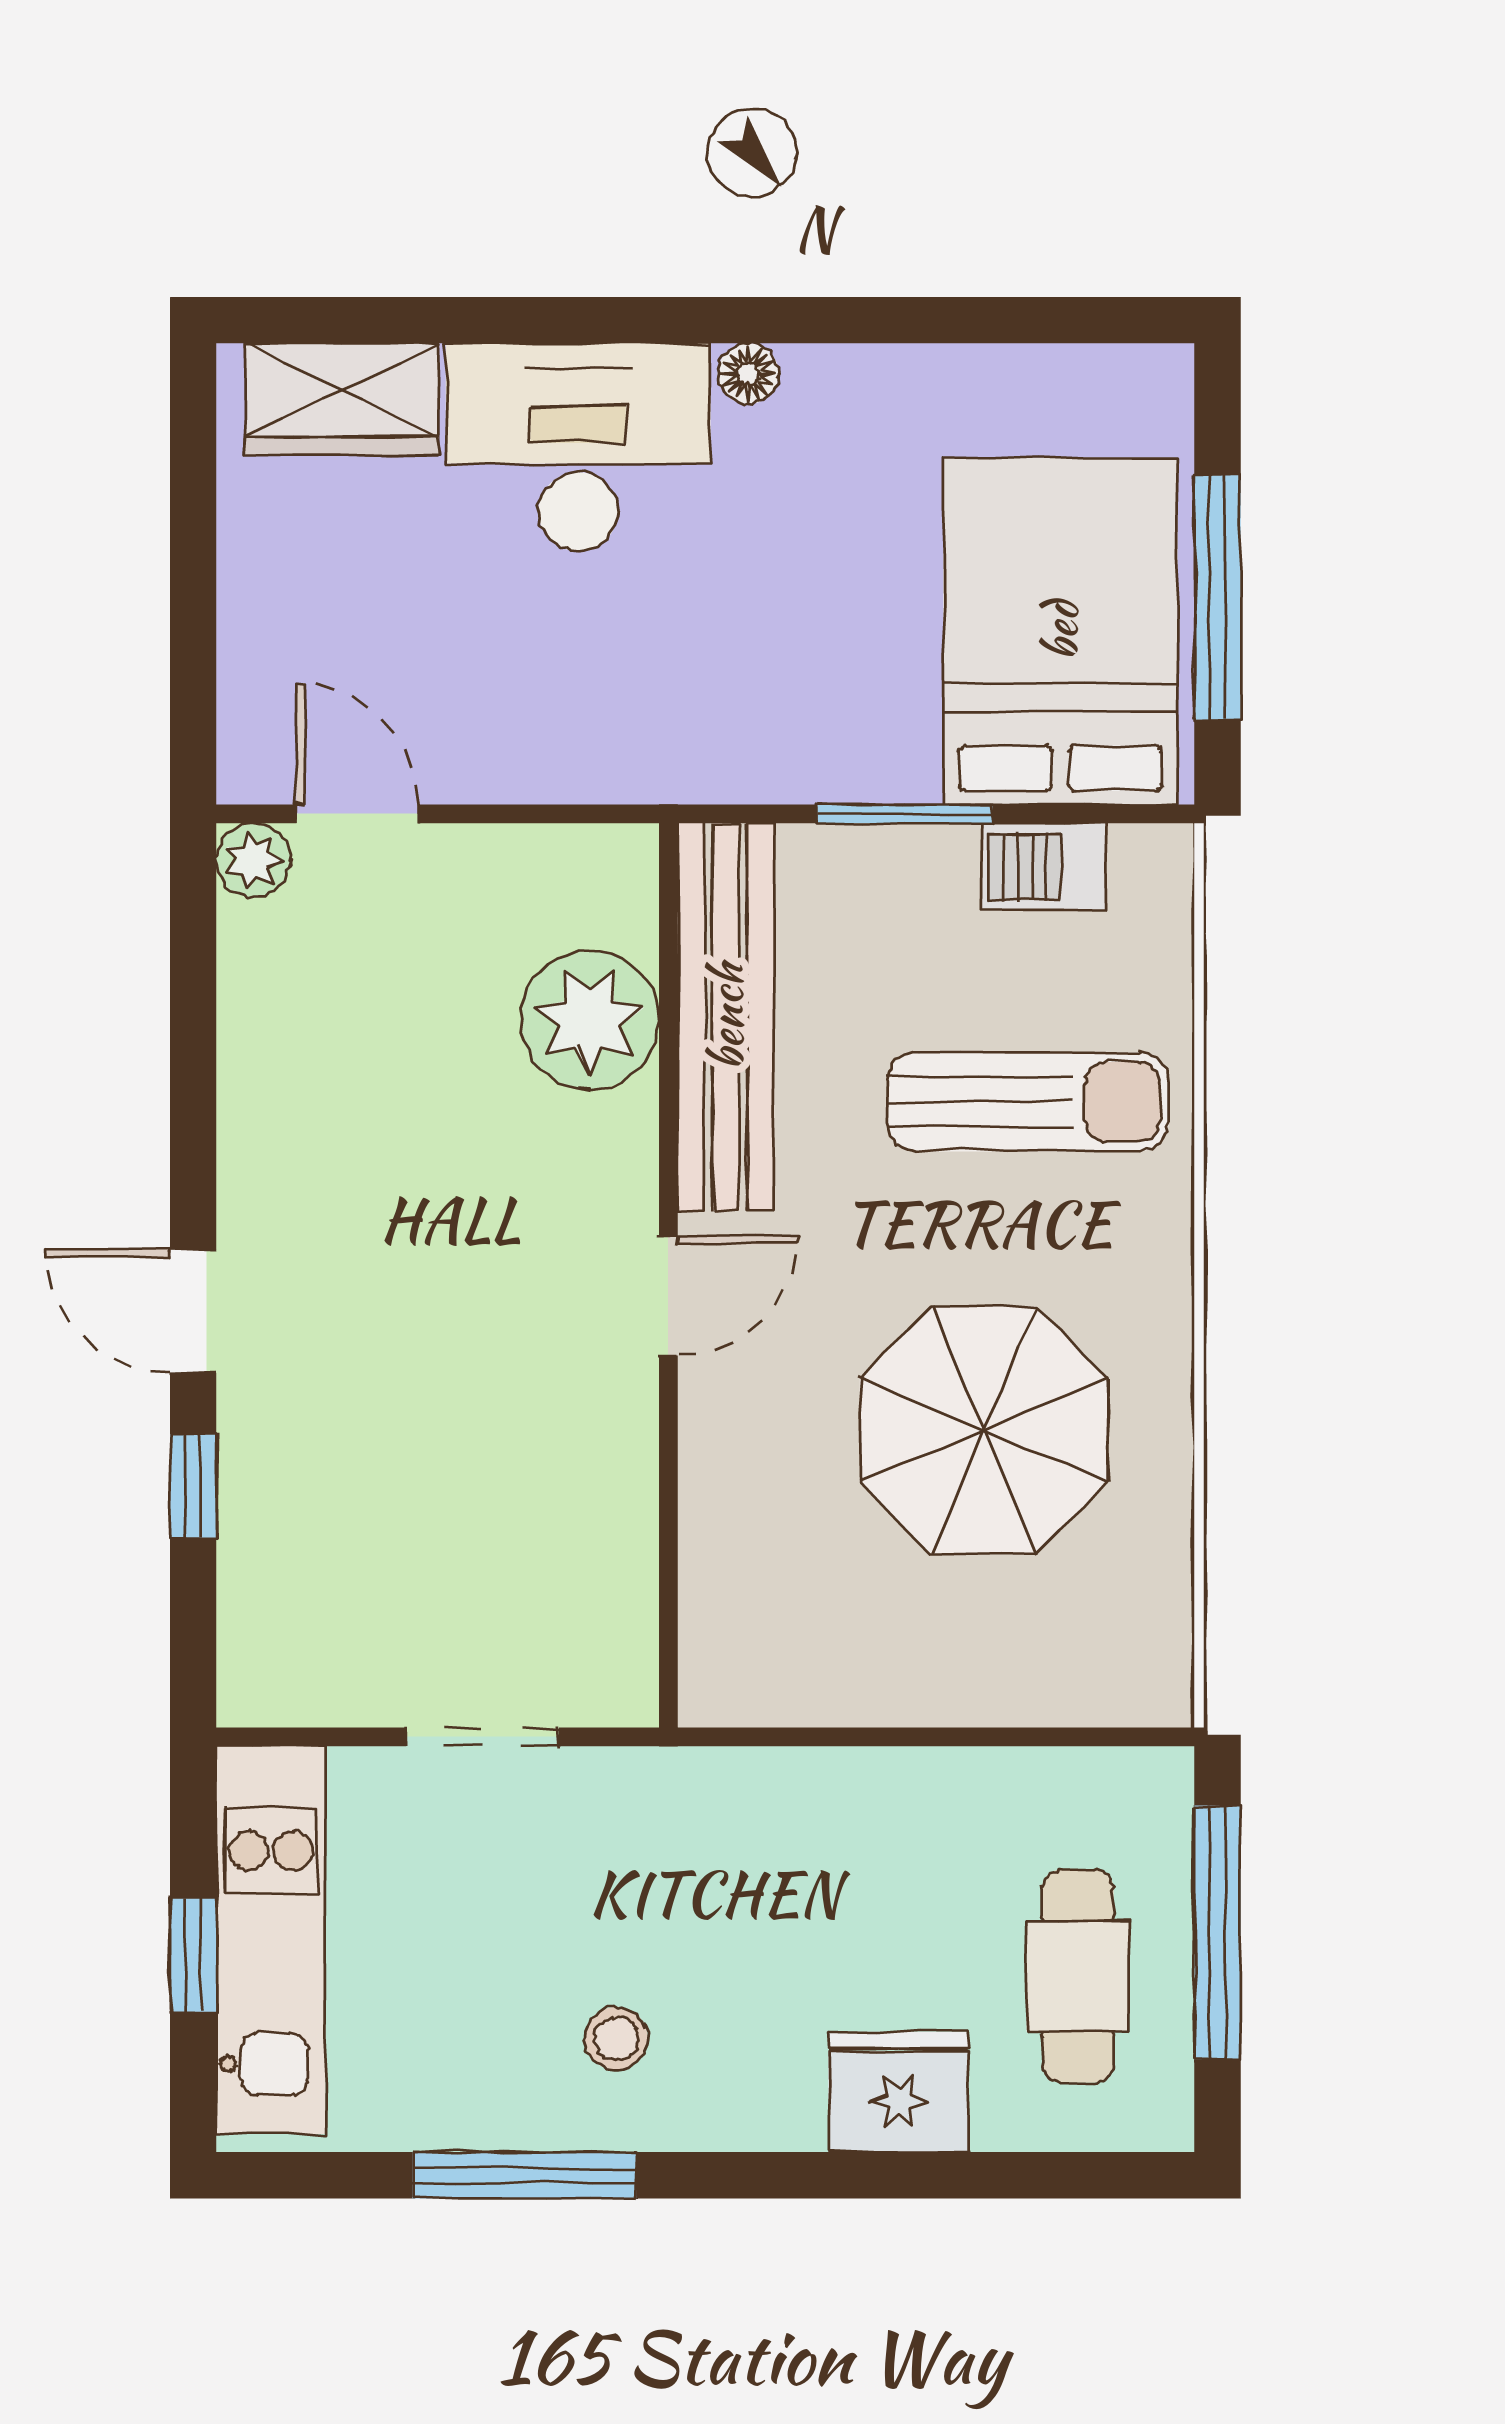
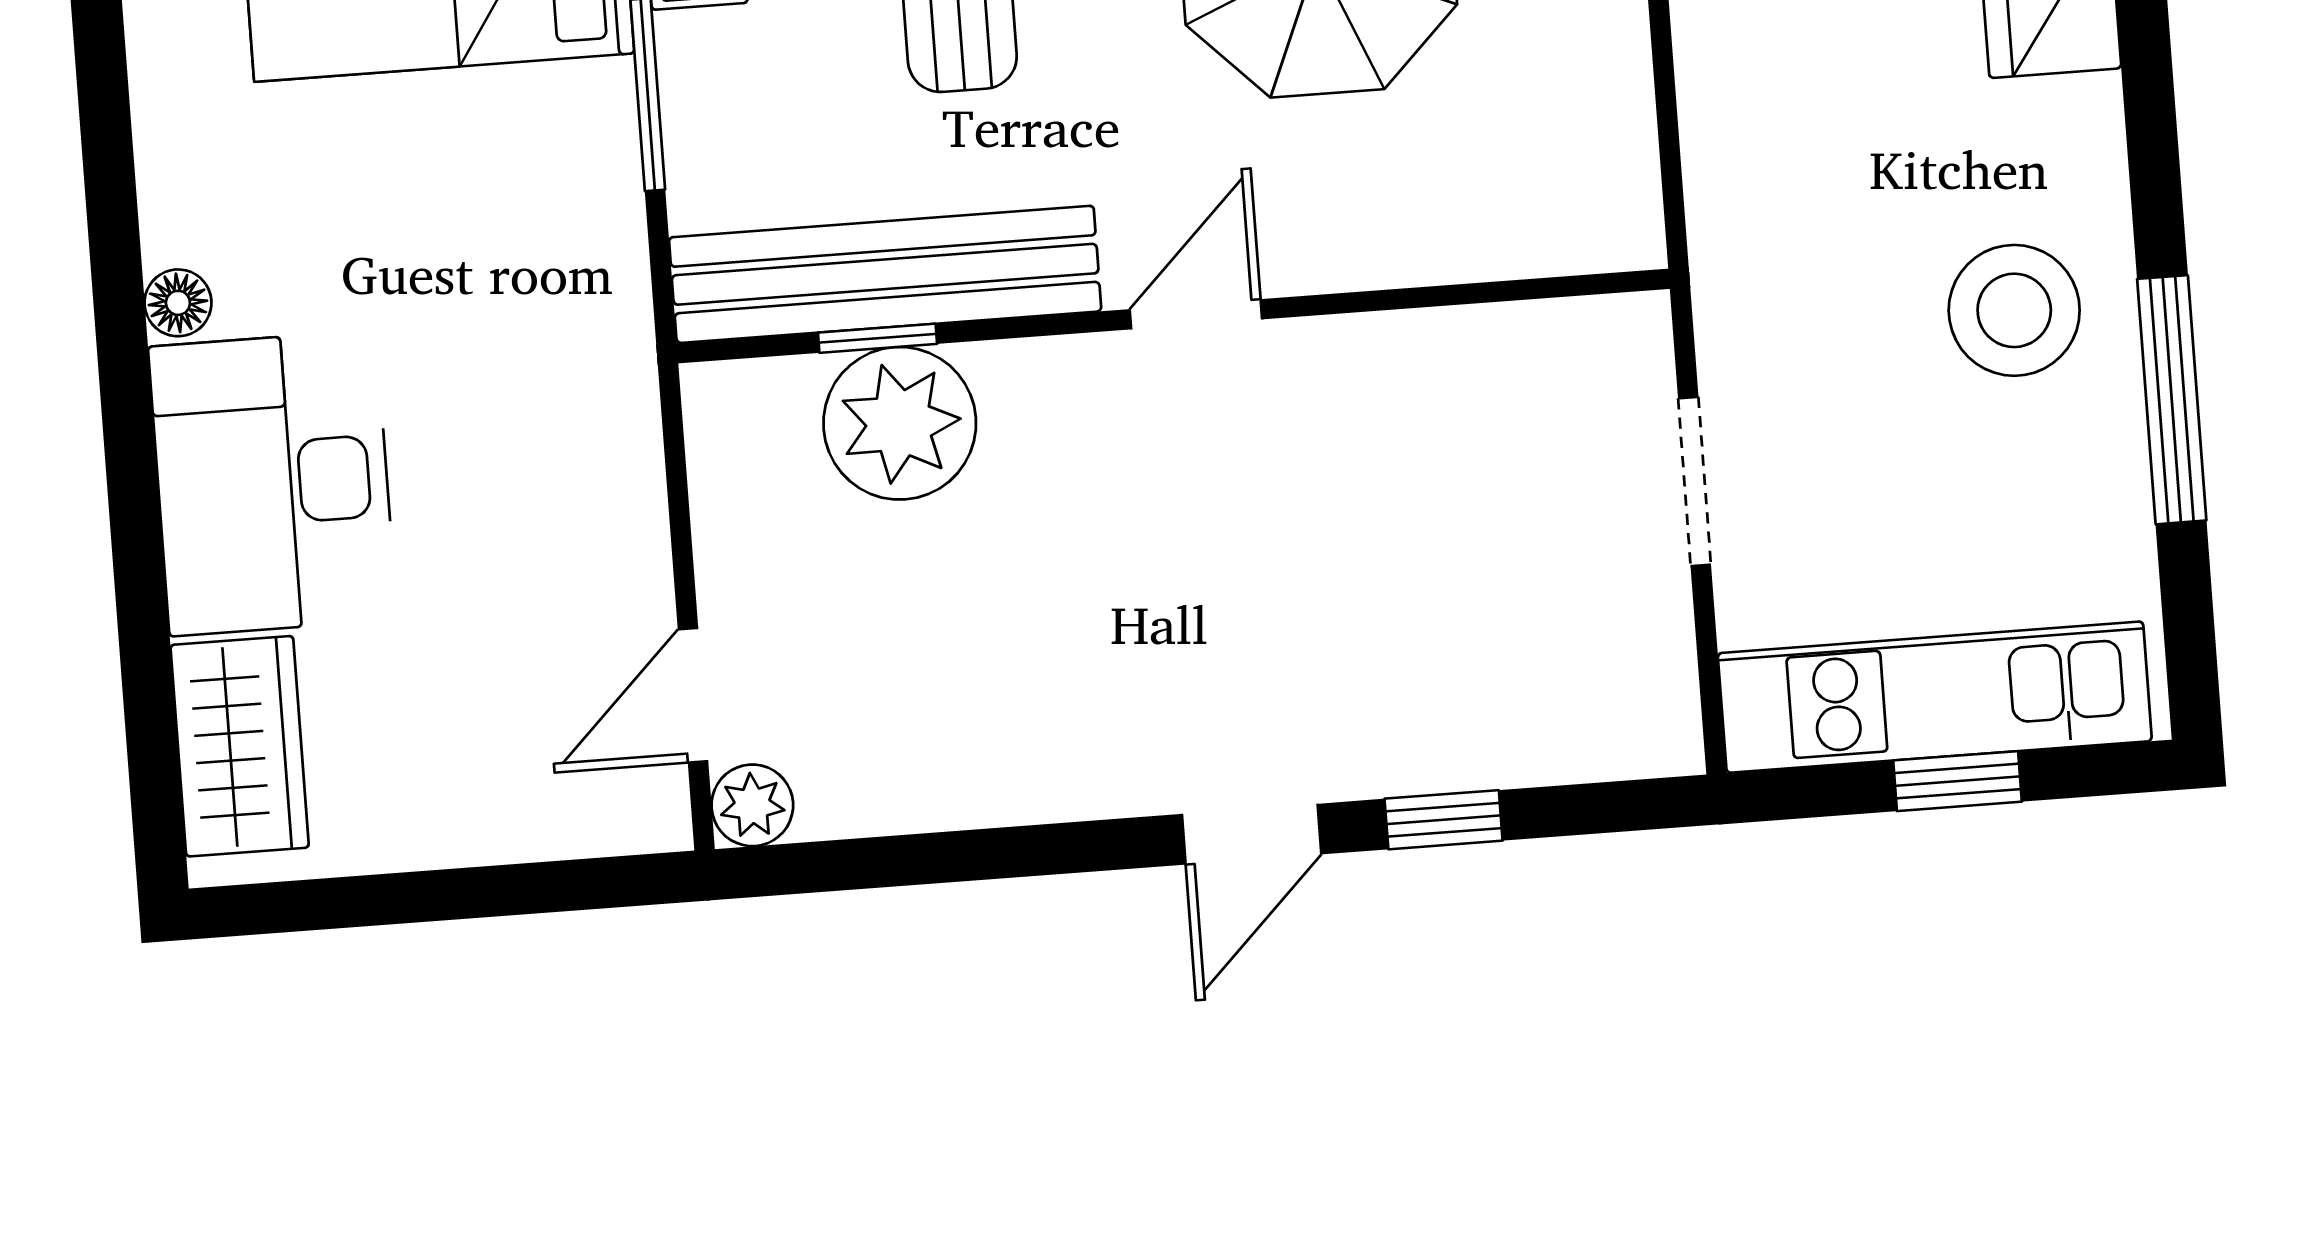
window: (668, 1006) -> (877, 338), added
door: (668, 1296) -> (1196, 314), hinge flipped
stool: (616, 2038) -> (2014, 310), width x1.89, depth x1.89

